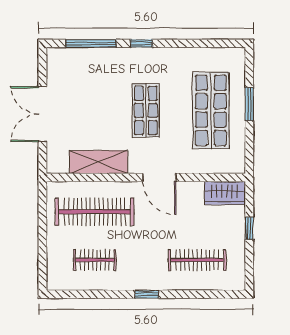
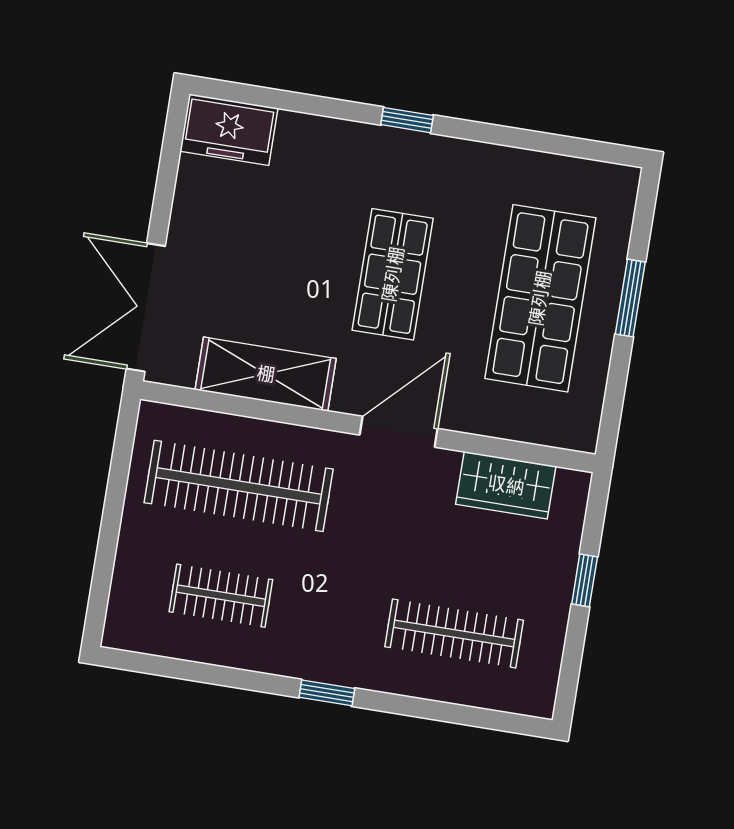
window: (91, 43) -> (292, 101), removed
freezer: (66, 60) -> (229, 130), added
double door: (42, 114) -> (146, 307), moved
door: (159, 177) -> (399, 432), swing flipped
wardrobe: (224, 193) -> (506, 485), moved

